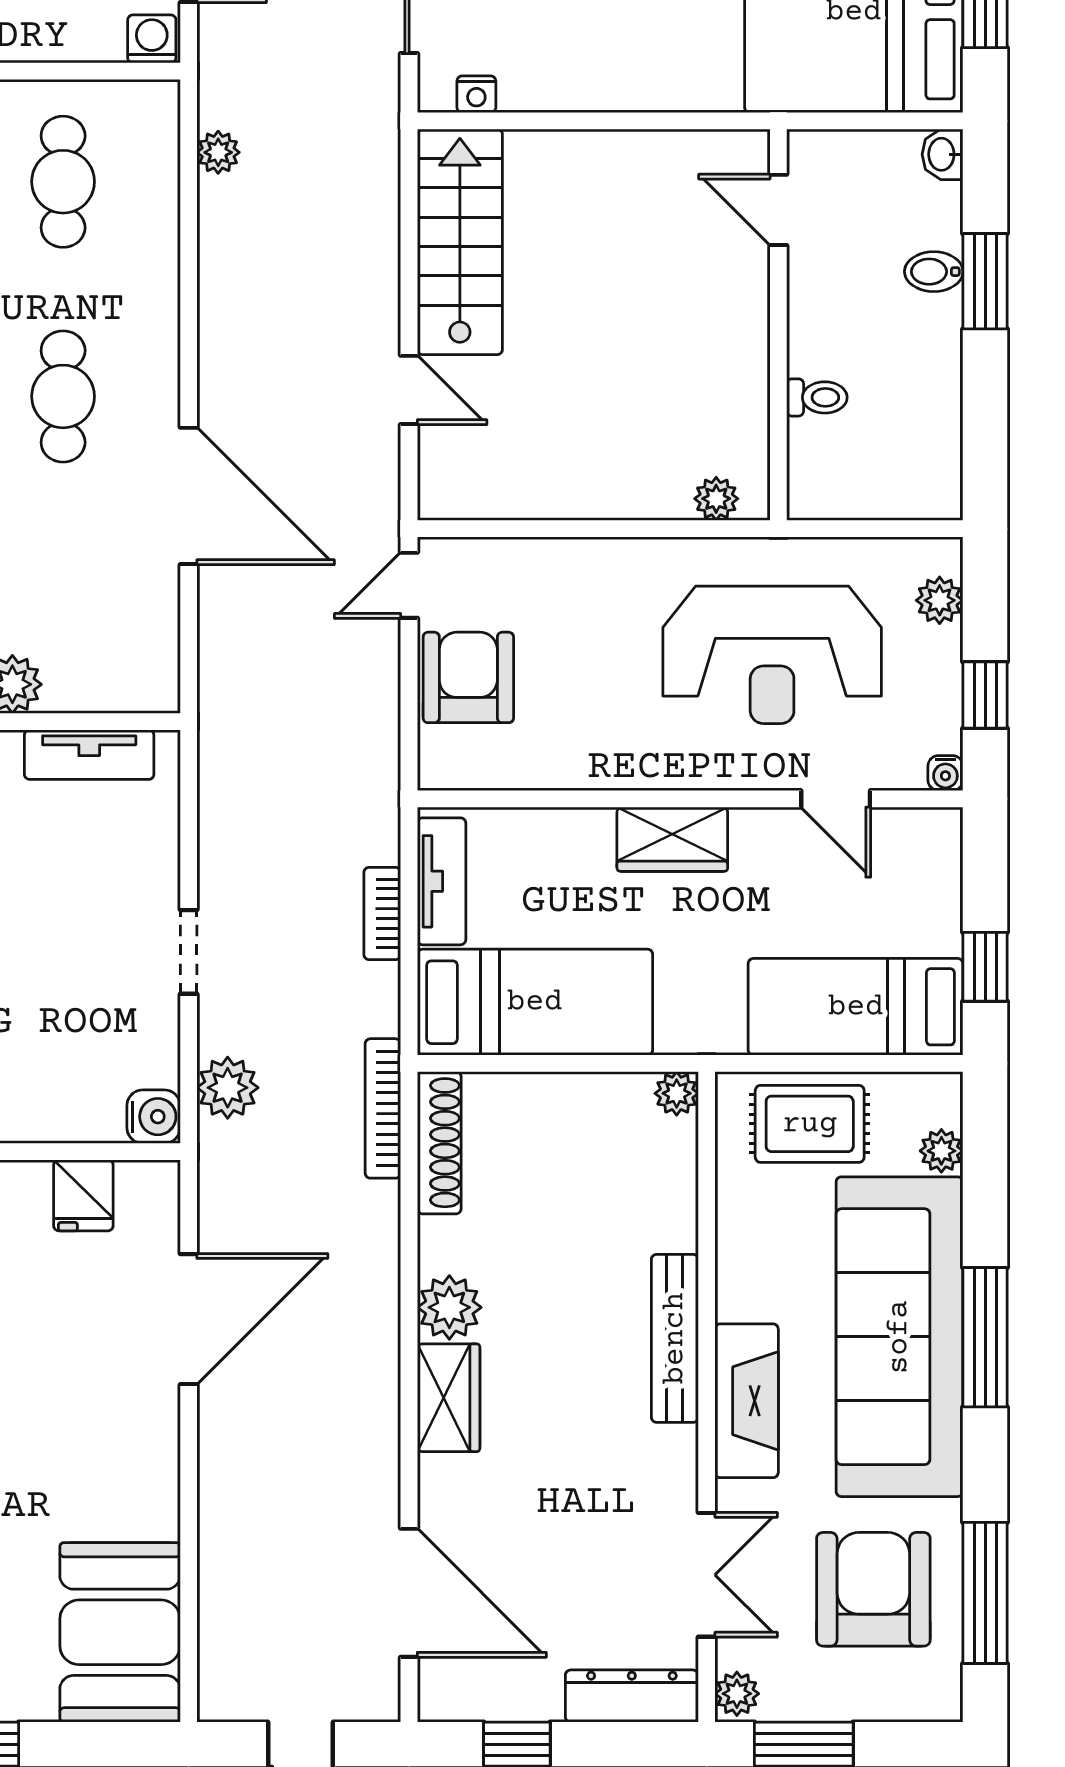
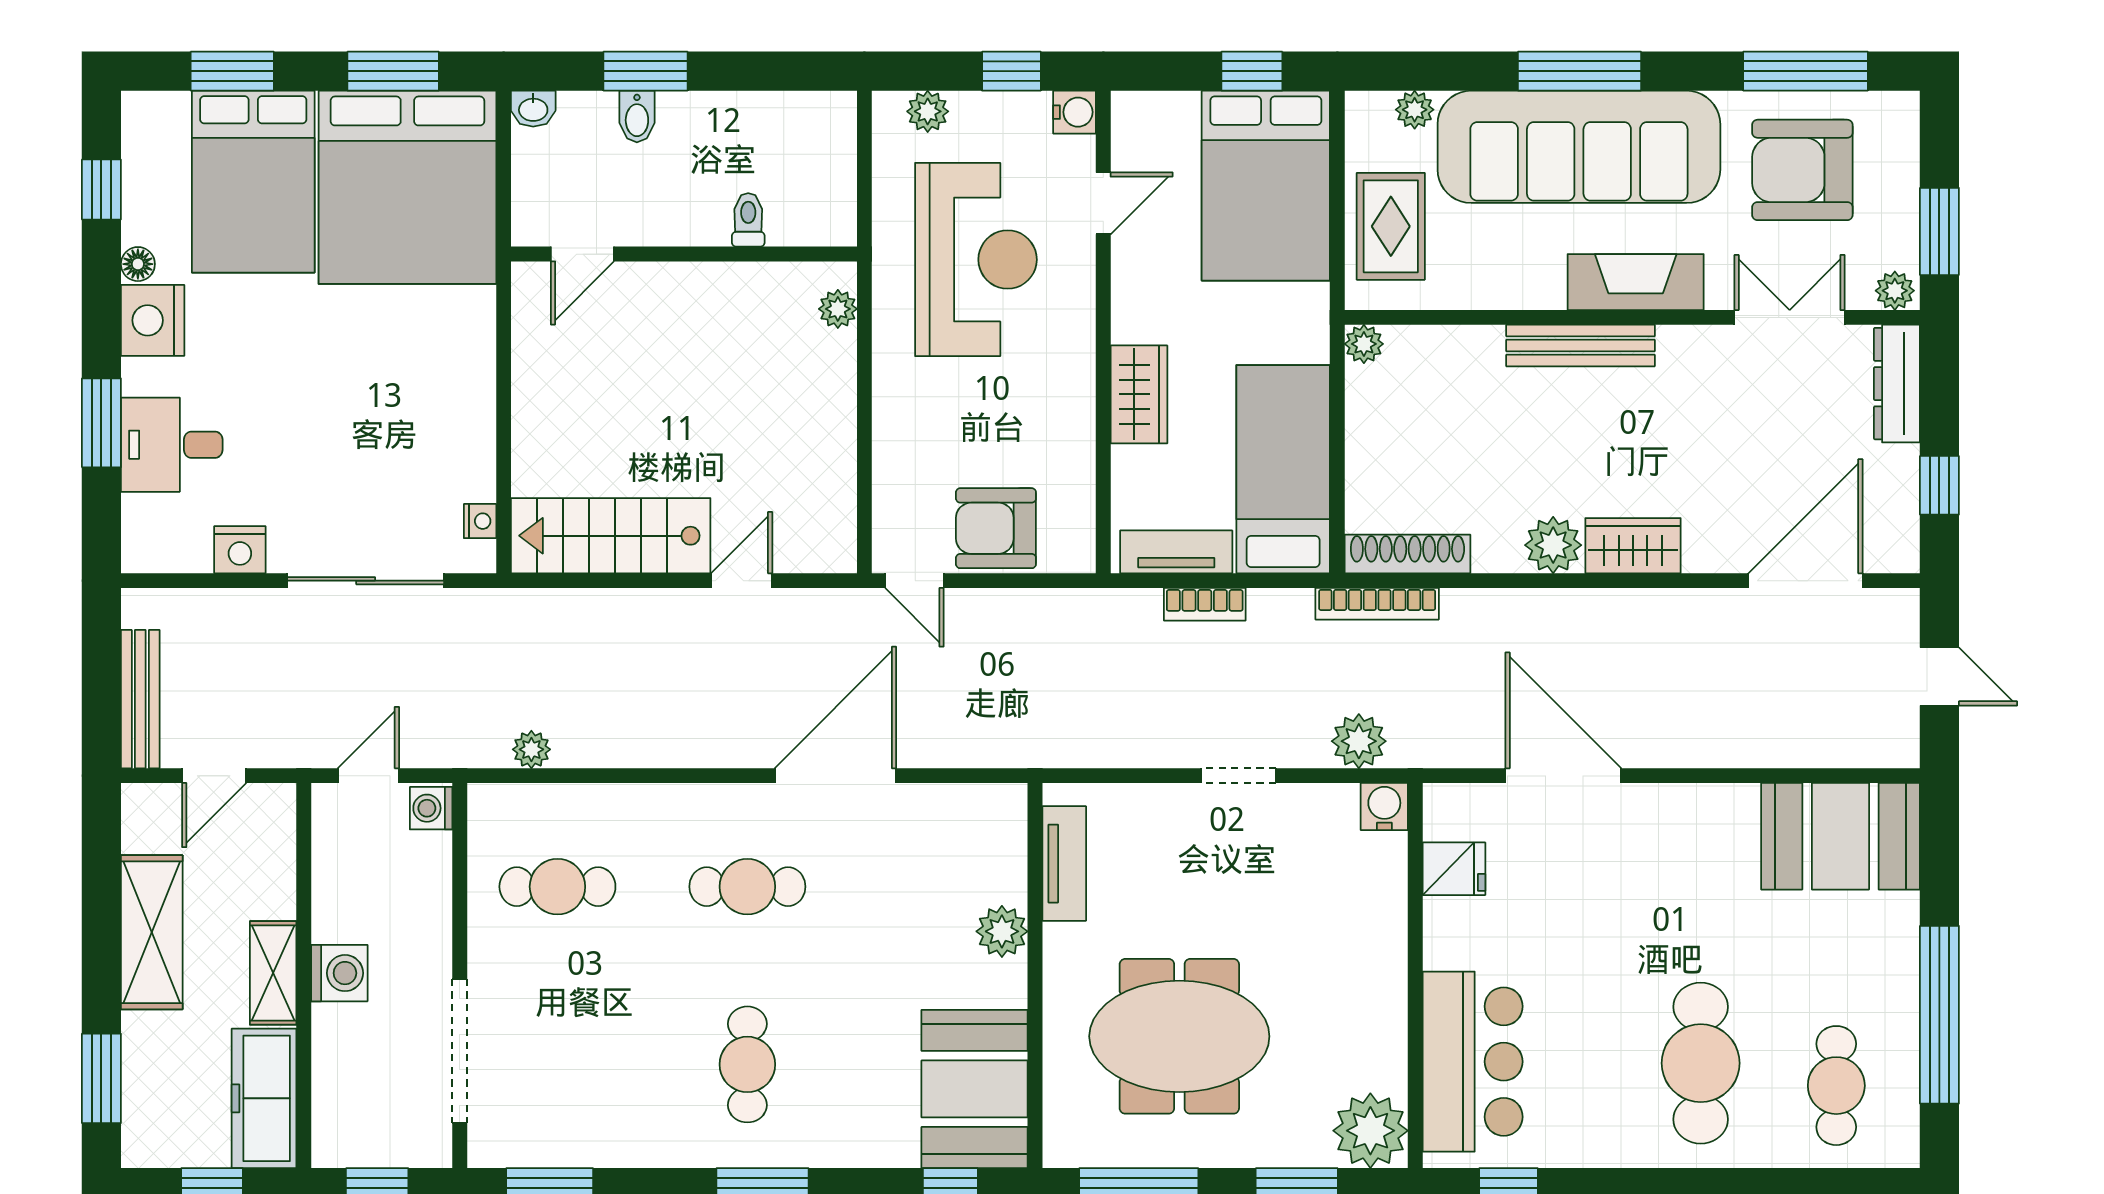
water cooler: (945, 773) -> (1075, 112), width x1.38, depth x1.38
wardrobe: (672, 839) -> (1139, 394), moved
bed: (856, 1007) -> (1266, 186), width x1.50

